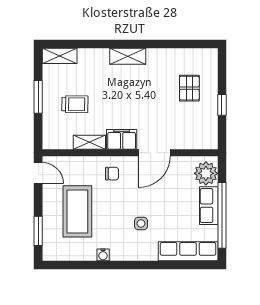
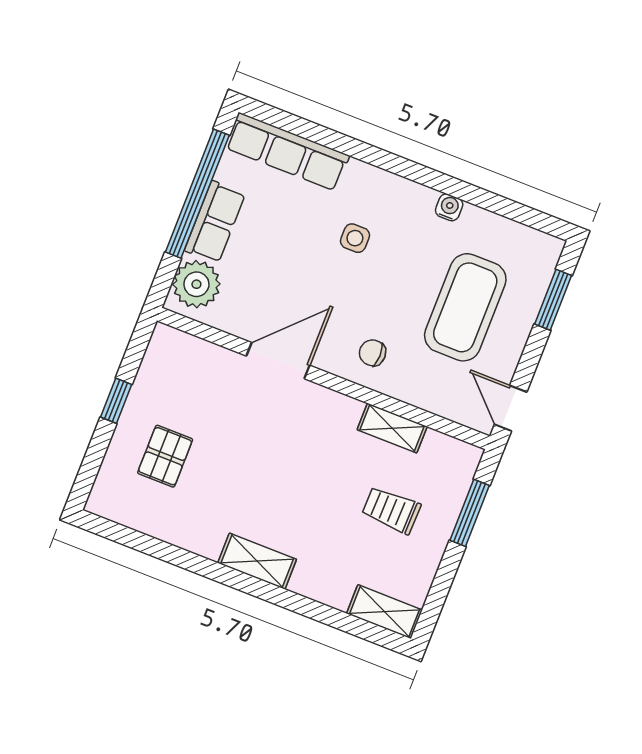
window: (38, 97) -> (470, 513), moved
filing cabinet: (122, 139) -> (330, 410), removed

